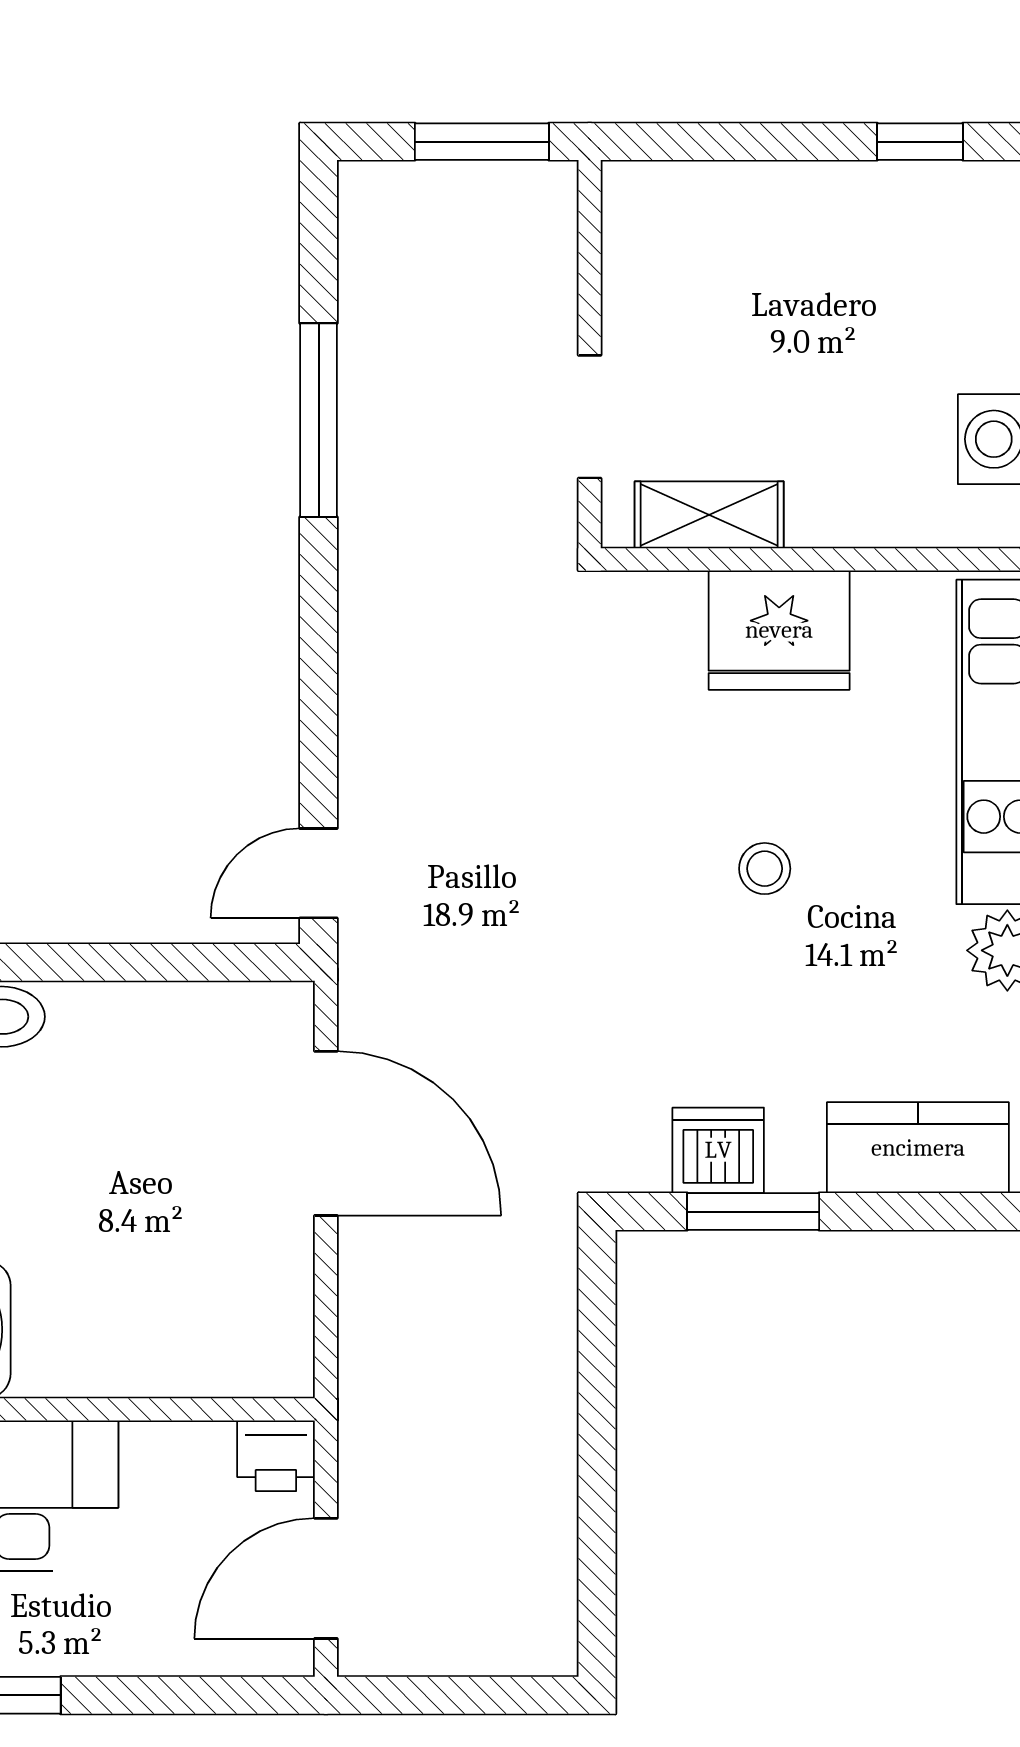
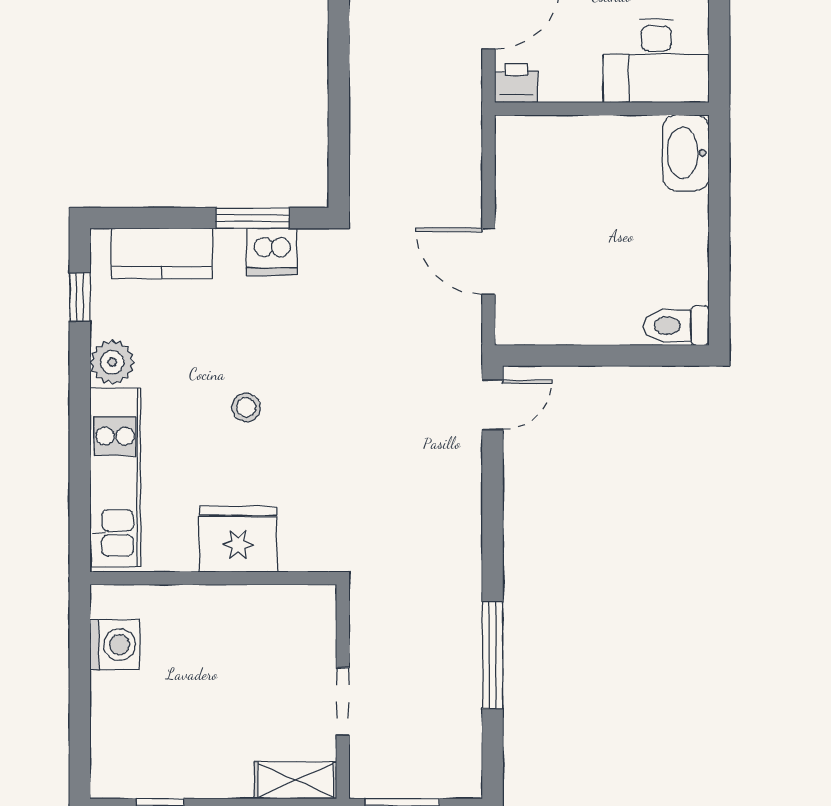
doorway: (590, 417) -> (343, 702), moved
shelving: (709, 515) -> (296, 780), moved
door: (326, 1133) -> (489, 261), width x0.73

